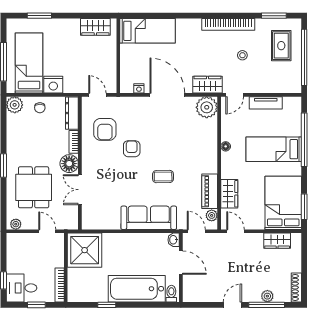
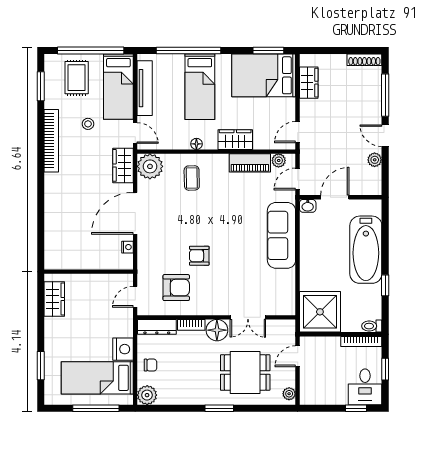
bed: (148, 31) -> (118, 87), moved, turned 180
rug: (281, 46) -> (77, 78), turned 90
tv unit: (266, 103) -> (145, 88), width x1.41
coffee table: (163, 177) -> (192, 178), moved
wardrobe: (229, 194) -> (235, 140), moved
toilet: (171, 294) -> (372, 326), moved
plant: (267, 296) -> (375, 160), moved

